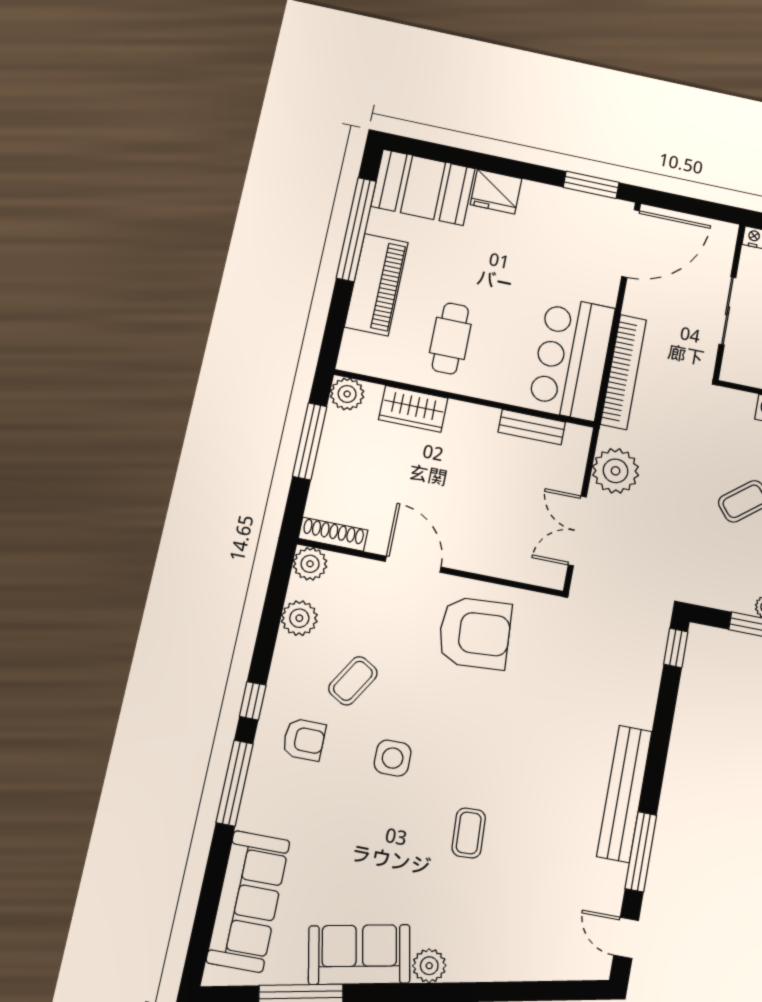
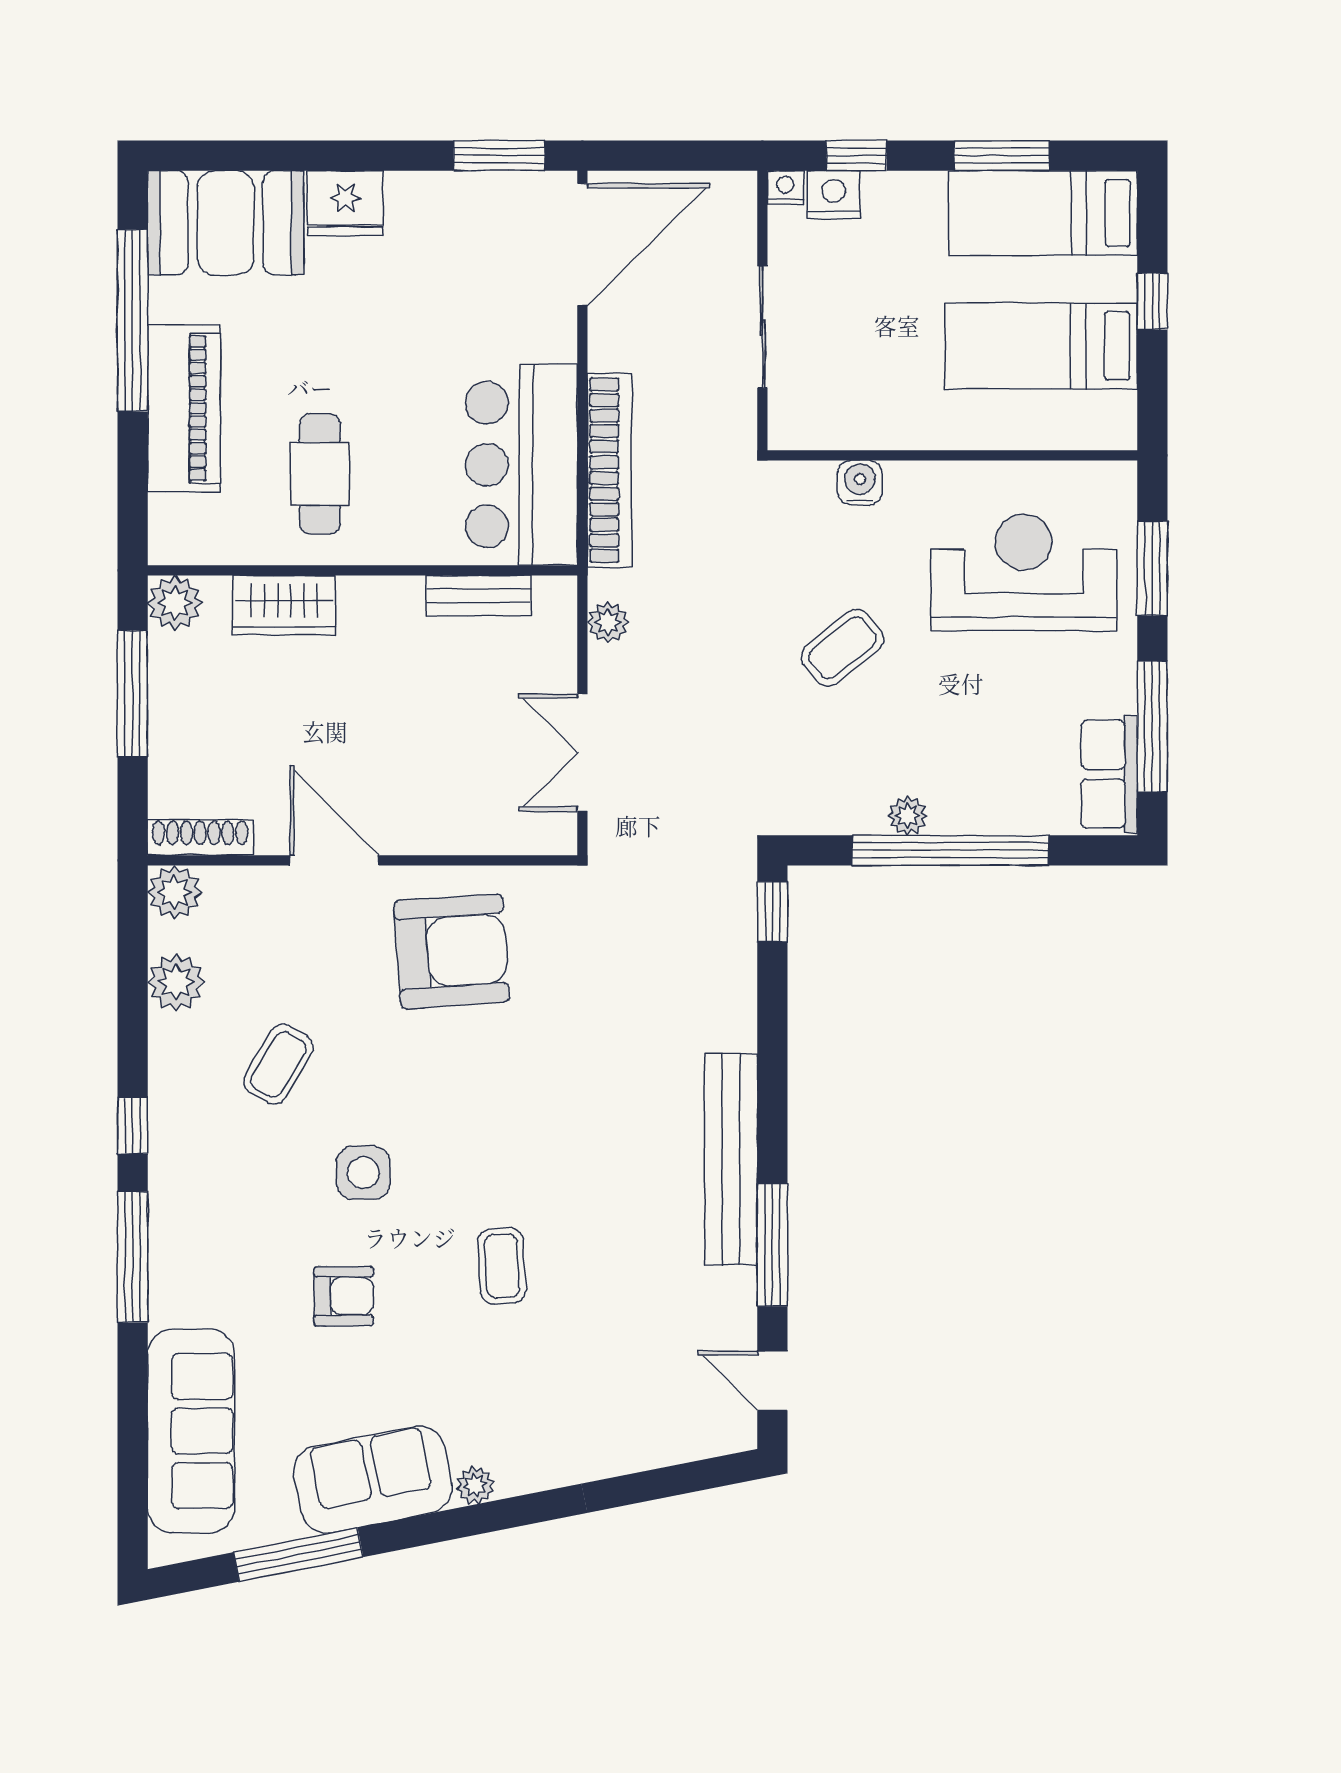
plant: (616, 471) -> (608, 622), width x0.53, depth x0.53
armchair: (304, 740) -> (344, 1296), moved
plant: (429, 966) -> (475, 1485), width x0.73, depth x0.73

